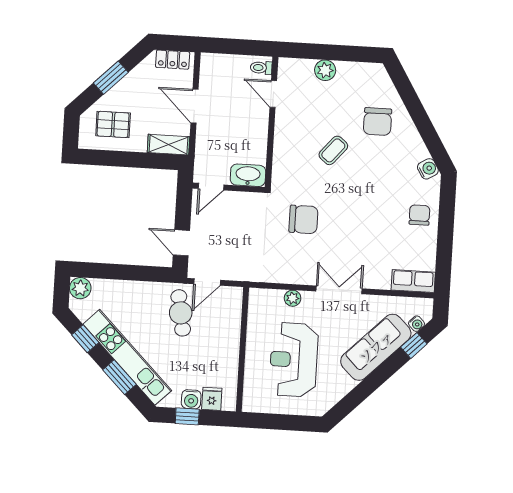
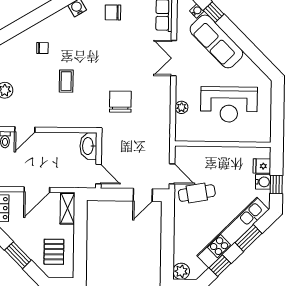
chair: (378, 122) -> (42, 48), width x0.54, depth x0.54
coffee table: (333, 150) -> (66, 81), turned 50
double door: (339, 290) -> (174, 58), moved

